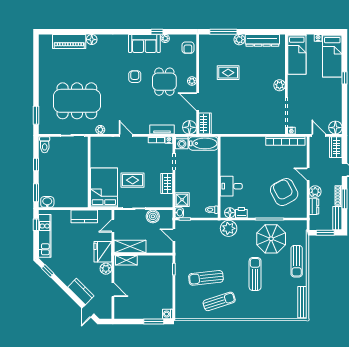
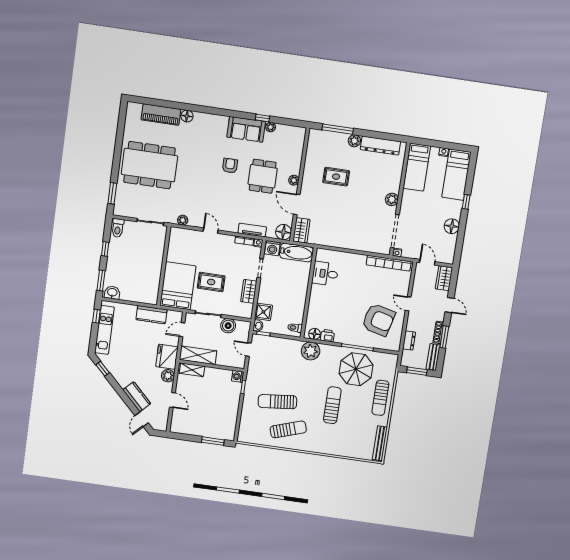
armchair: (188, 48) -> (295, 141), removed
dining table: (77, 101) -> (149, 165), moved
floor lamp: (335, 128) -> (452, 226), moved
desk: (231, 186) -> (325, 274), moved
armchair: (284, 192) -> (378, 320), turned 132
plant: (315, 192) -> (413, 324), removed
washing machine: (168, 314) -> (238, 376), moved

